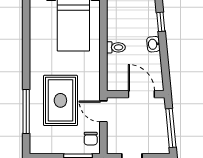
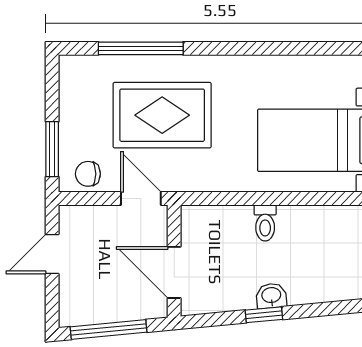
window: (161, 22) -> (264, 315), moved
door: (141, 94) -> (174, 272), swing flipped
door: (103, 111) -> (141, 198), hinge flipped

